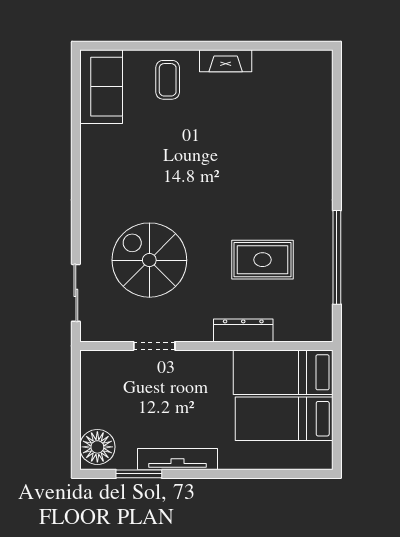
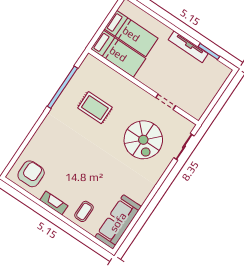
armchair: (294, 83) -> (31, 174), added
sofa: (101, 87) -> (118, 222), width x1.36
dresser: (243, 330) -> (123, 83), removed
floor lamp: (97, 447) -> (219, 75), removed

